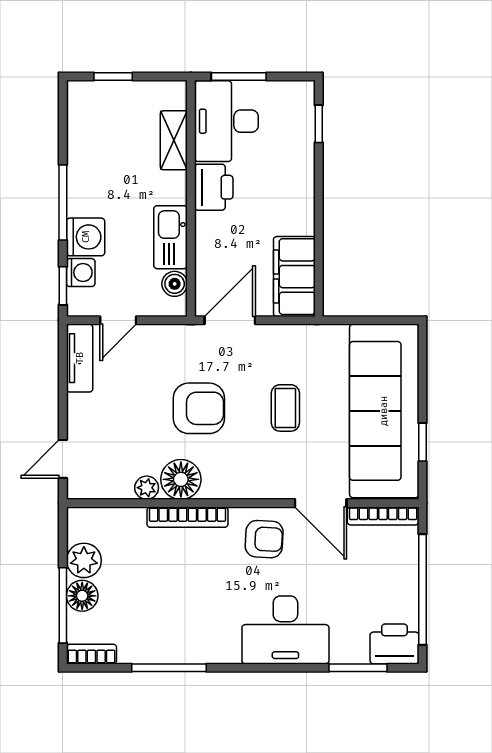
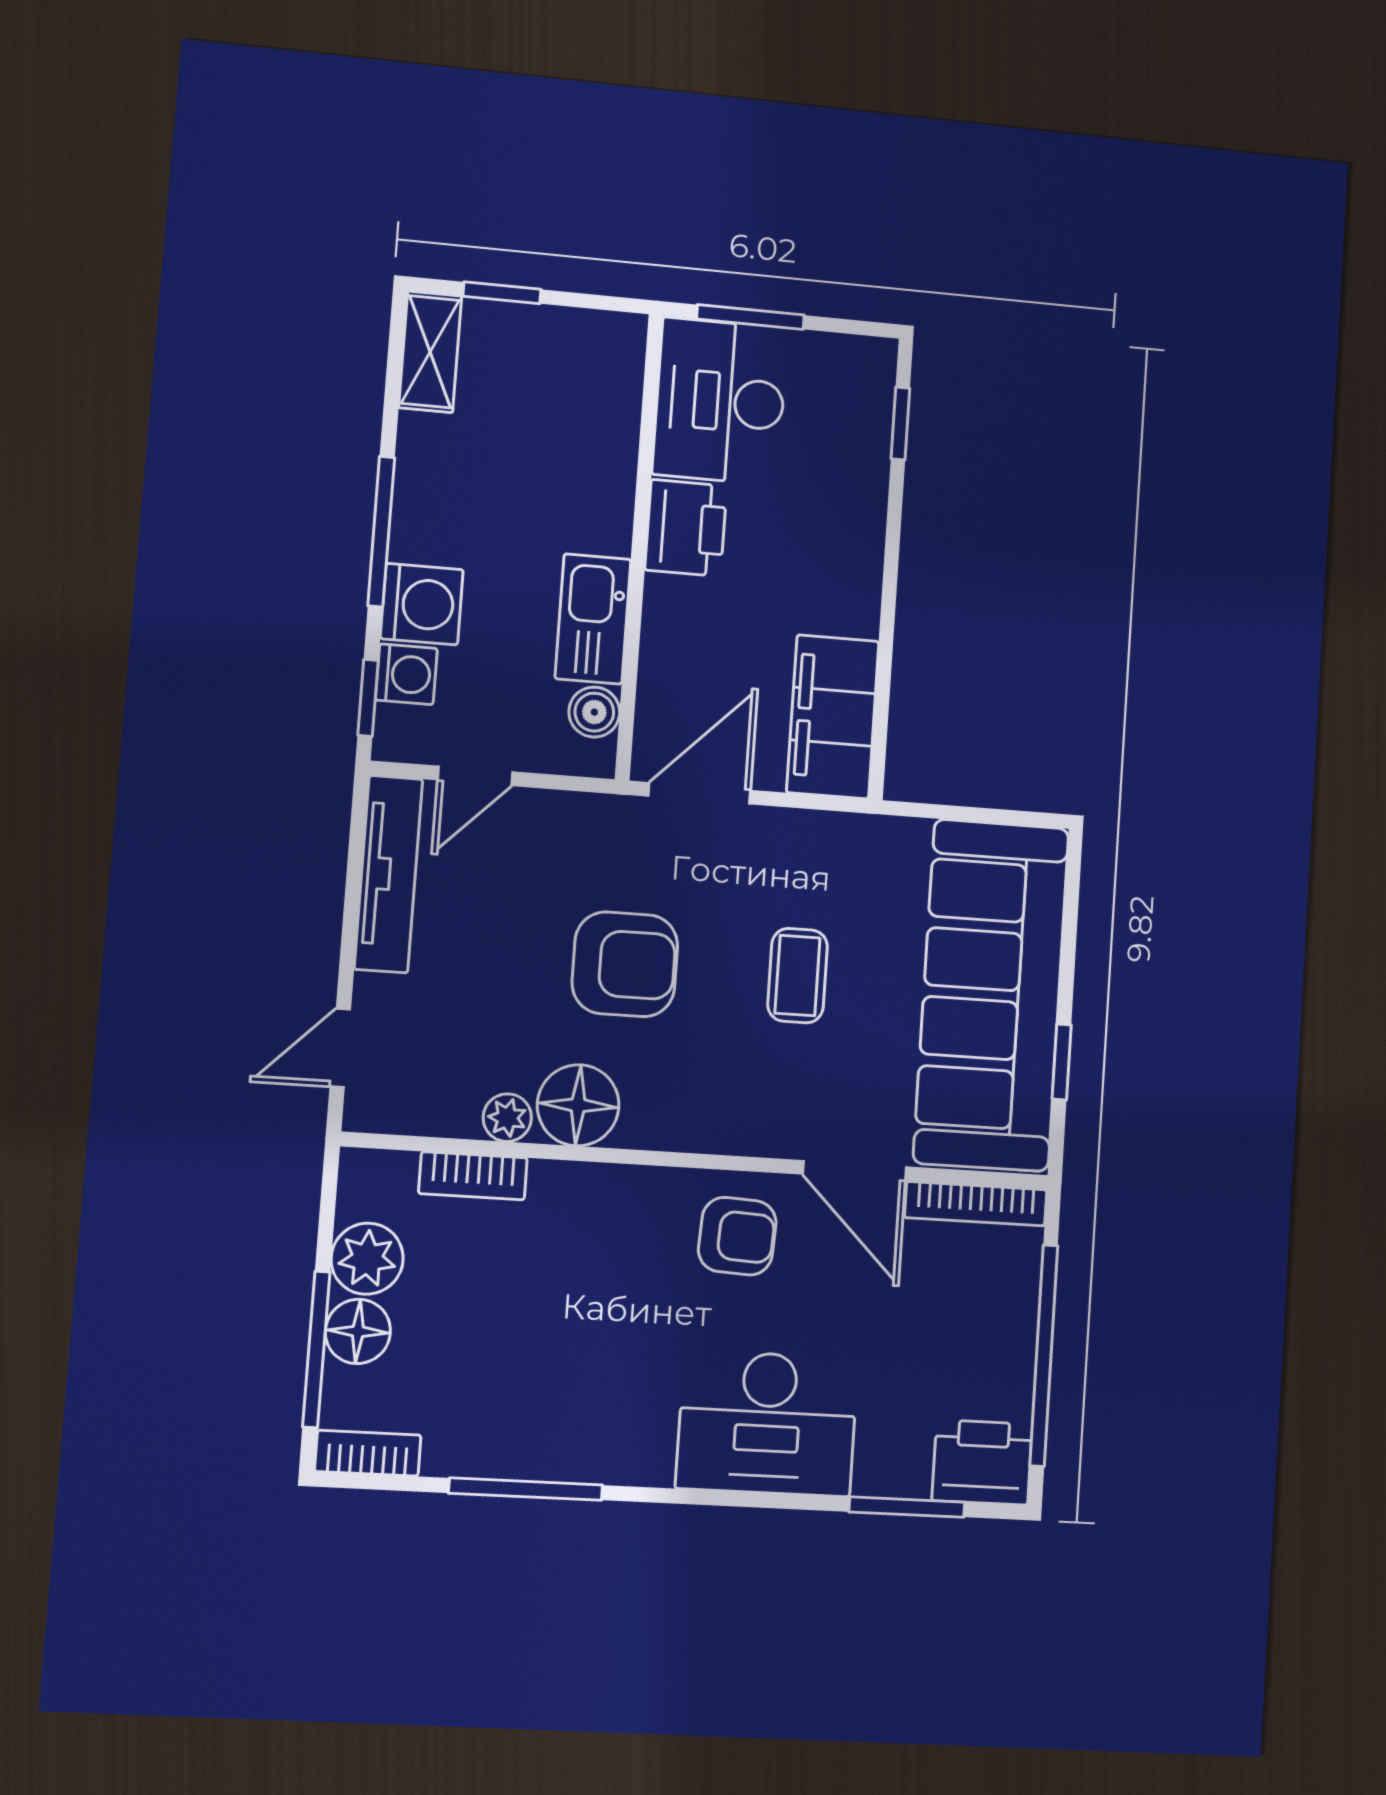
shelving: (174, 140) -> (430, 352), moved
tv unit: (80, 358) -> (388, 874), width x1.41
bookcase: (187, 517) -> (473, 1176), moved, width x0.64

